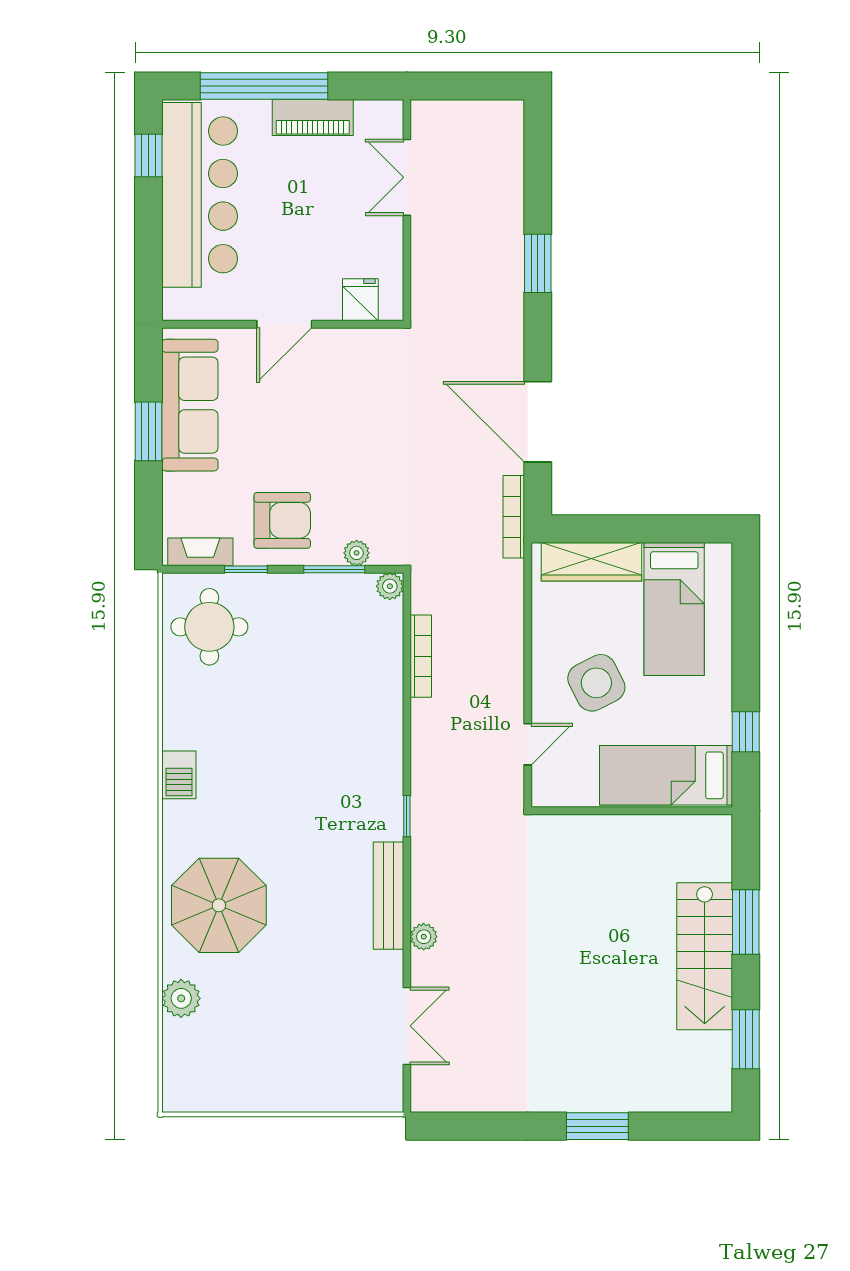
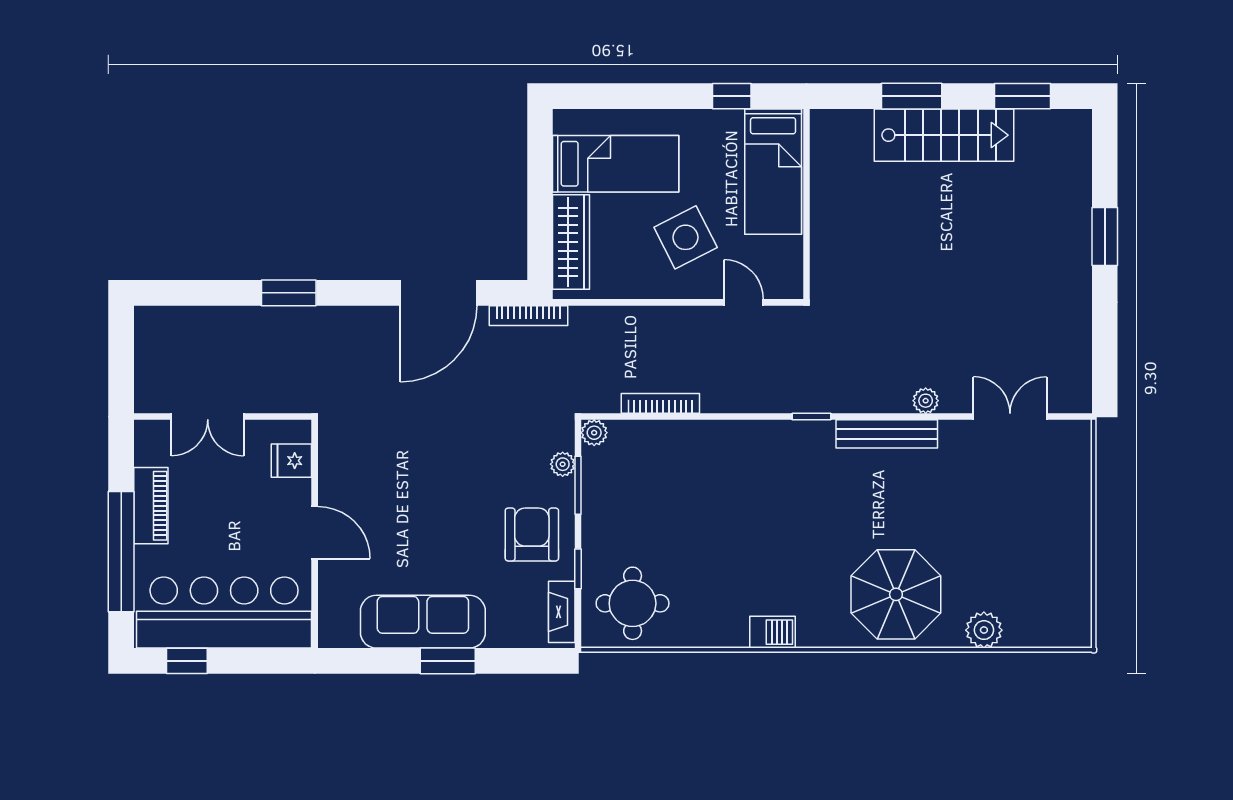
fridge: (360, 300) -> (291, 461), moved
wall: (283, 324) -> (315, 534), moved
door: (284, 324) -> (315, 533), moved

